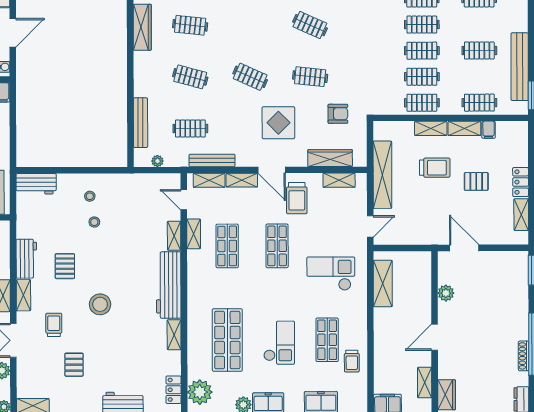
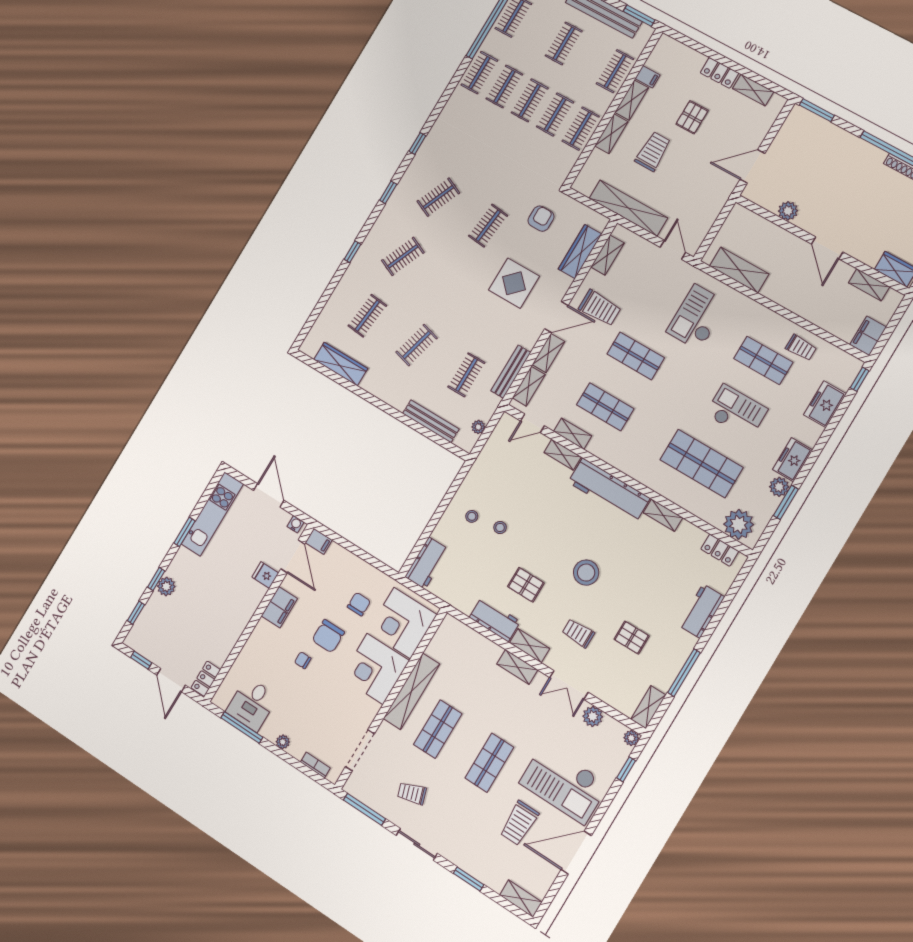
clothes rail: (250, 77) -> (403, 256), moved

